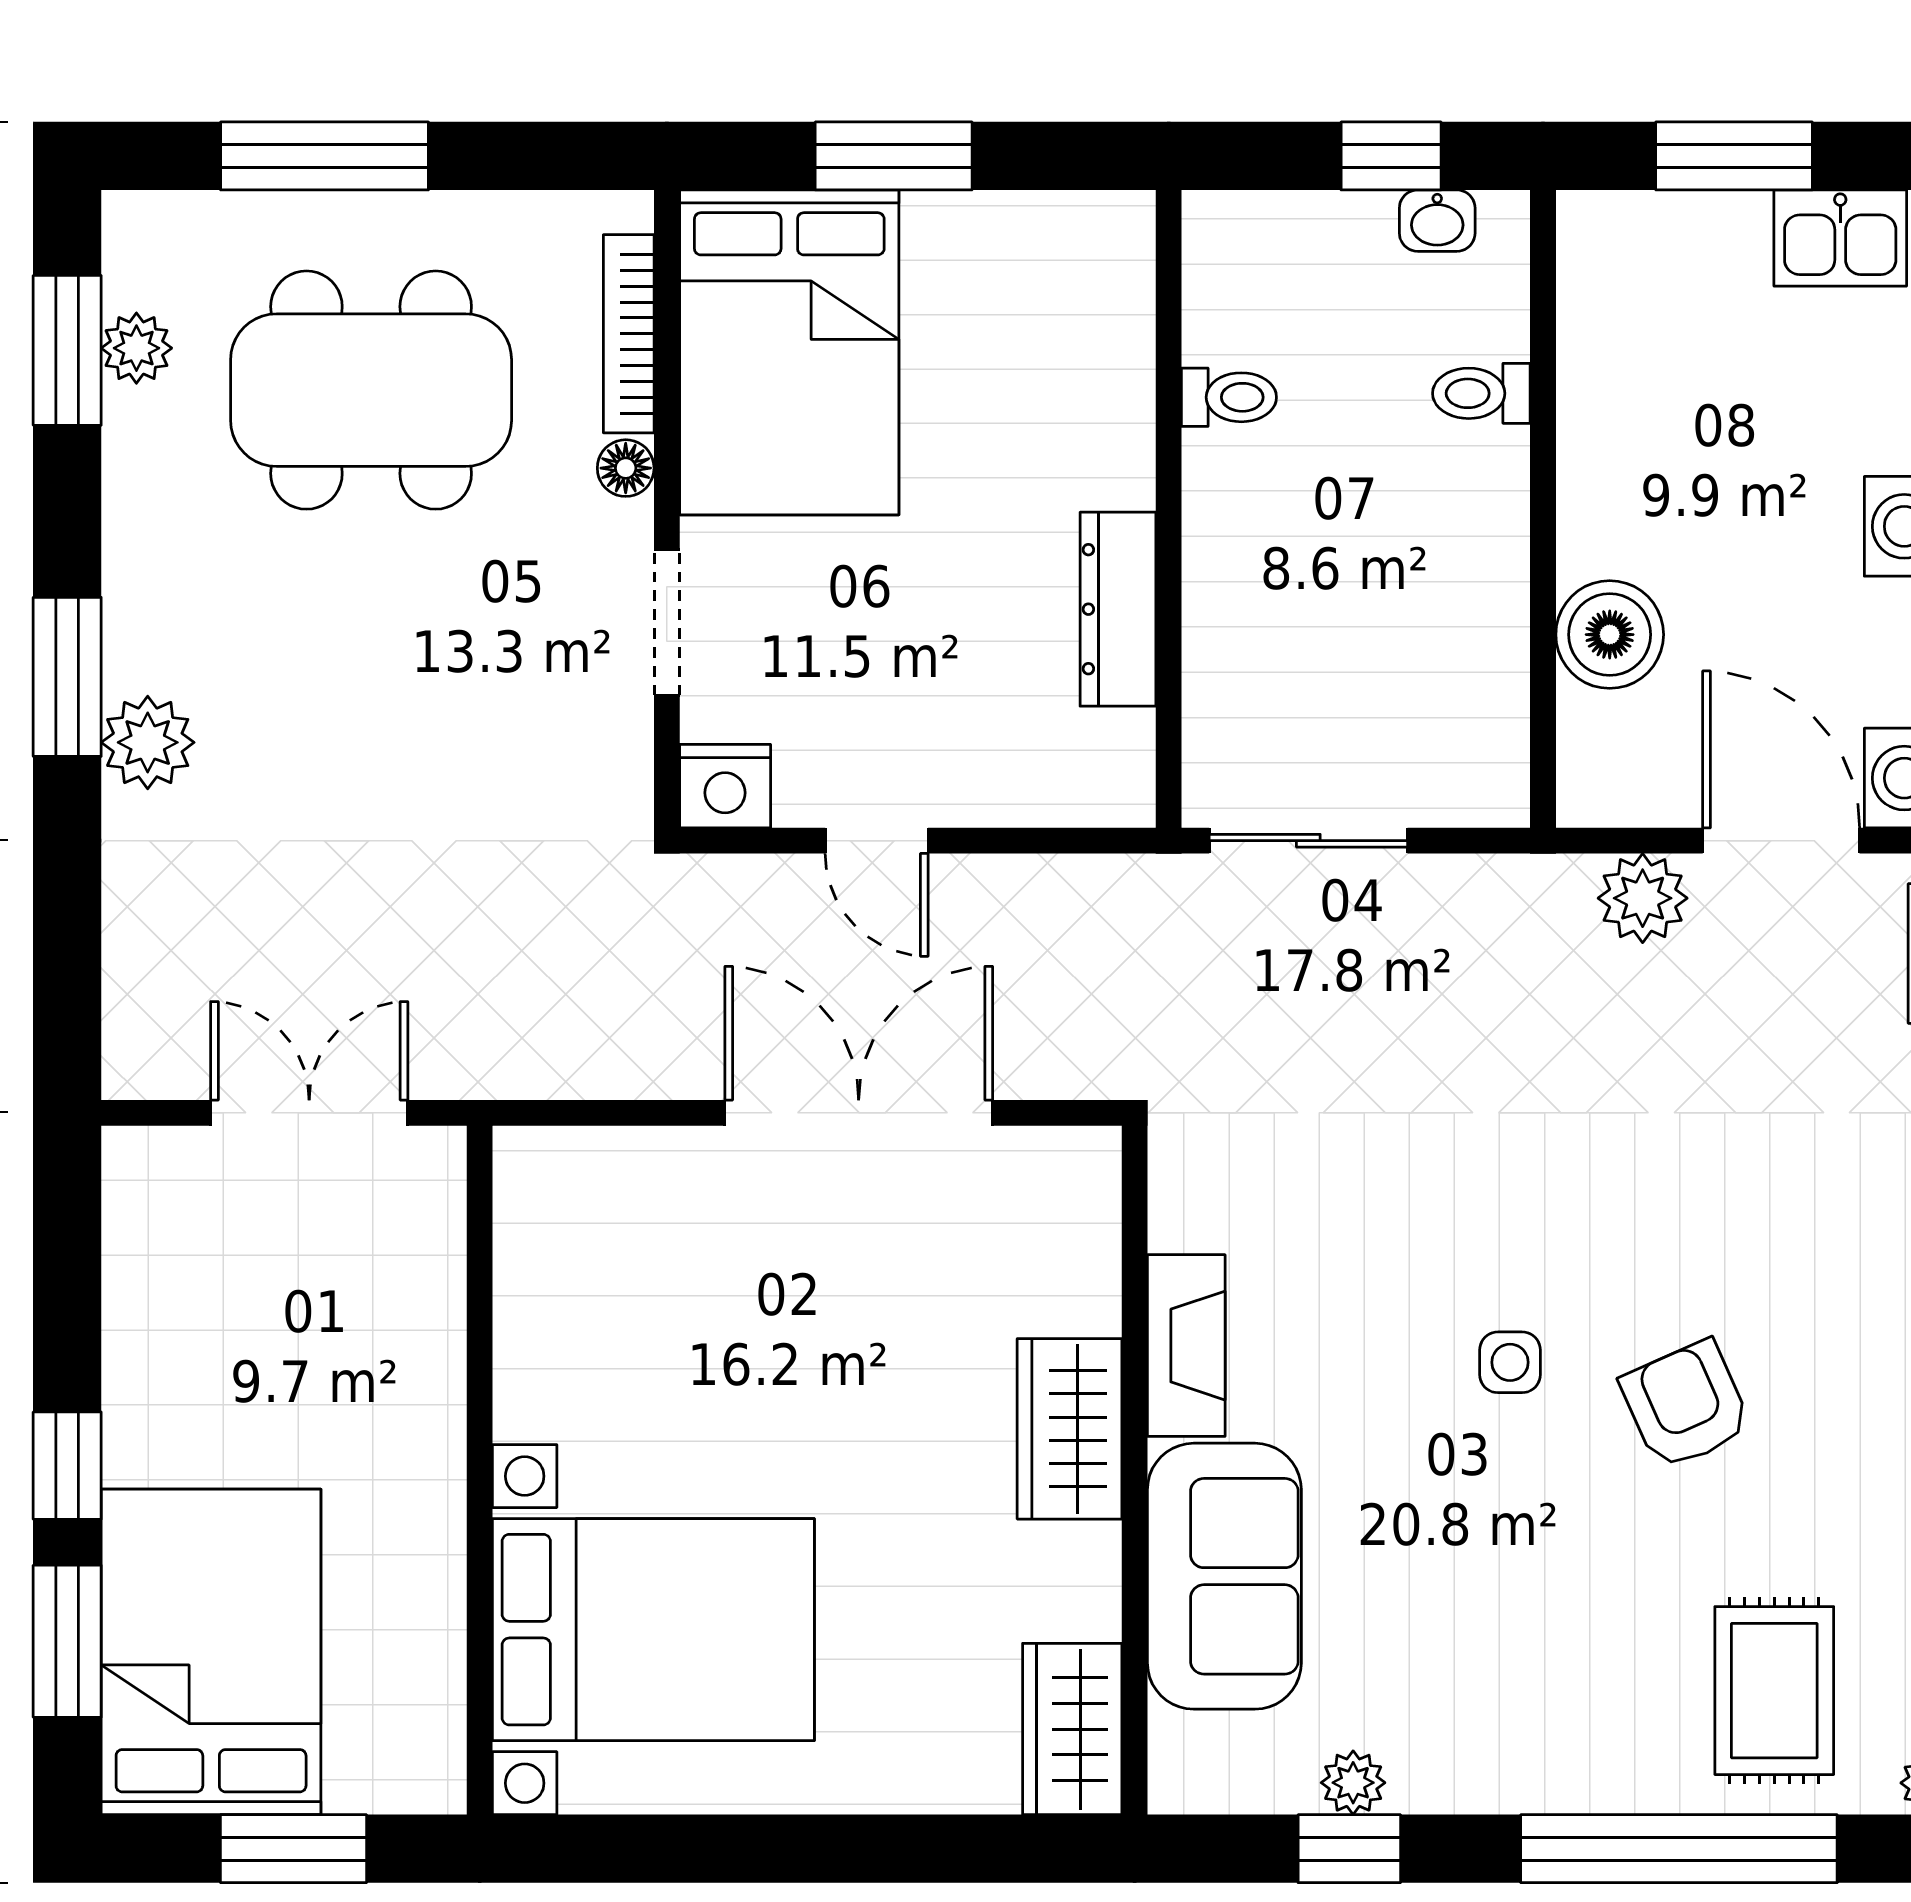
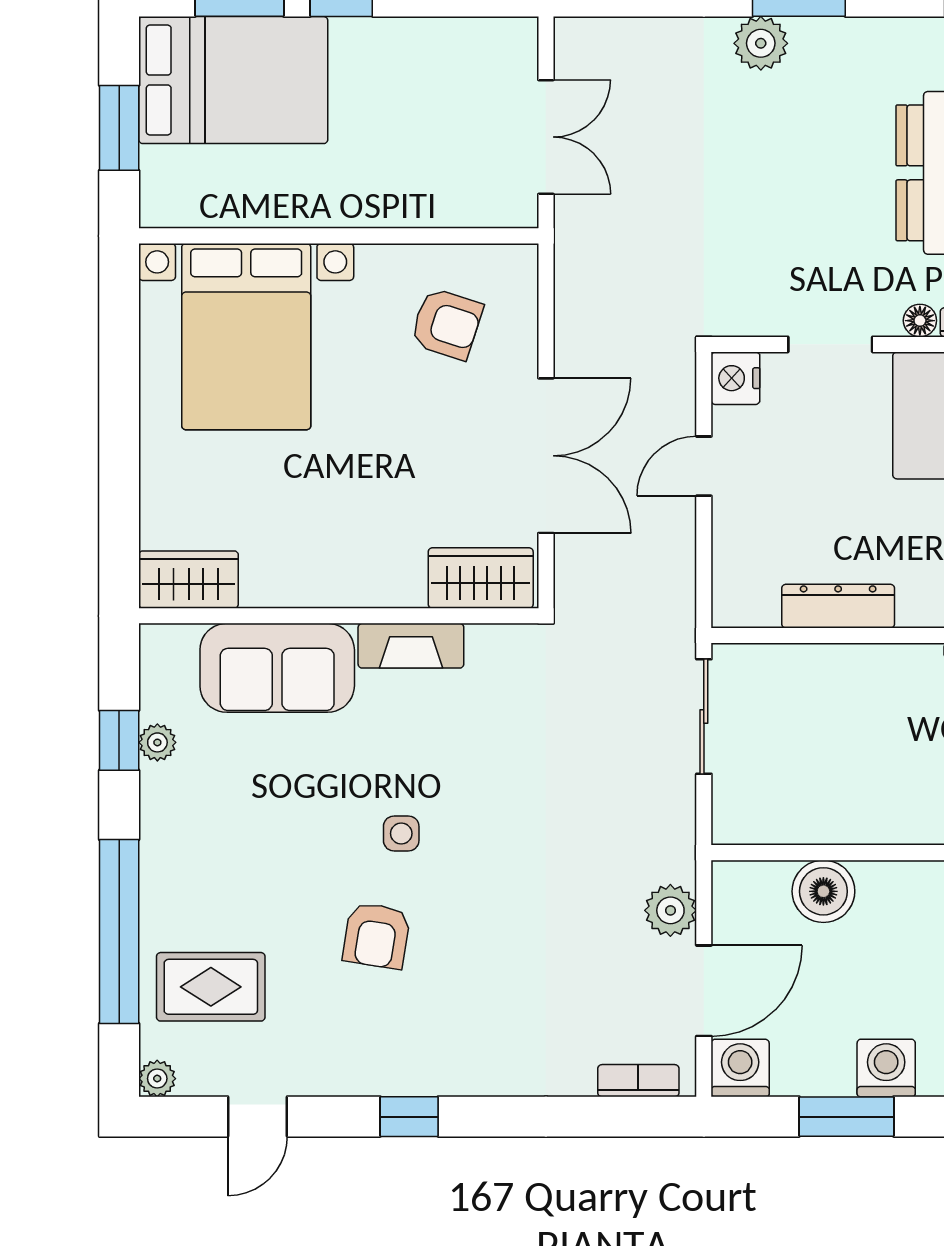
armchair: (631, 1284) -> (447, 324), added
armchair: (1686, 1405) -> (376, 935), turned 123
wardrobe: (1070, 1429) -> (481, 578), moved

